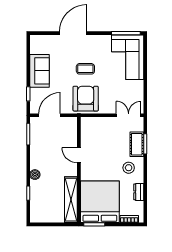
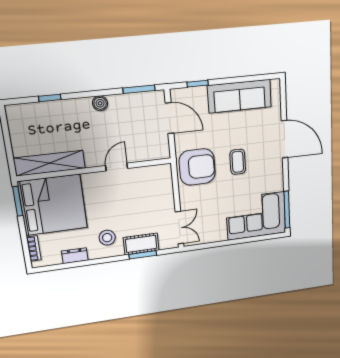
sofa: (39, 71) -> (239, 96), width x1.36
boiler: (35, 175) -> (100, 103), moved

